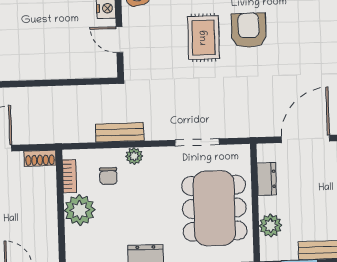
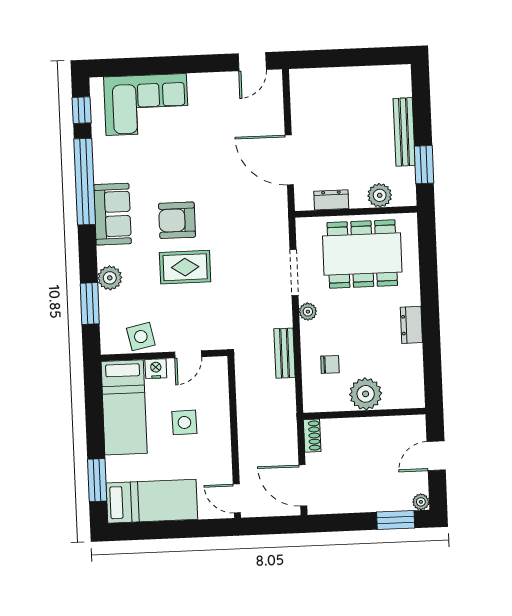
side table: (54, 35) -> (184, 422), added
plant: (134, 156) -> (308, 312), moved
bookcase: (69, 176) -> (331, 405), removed

